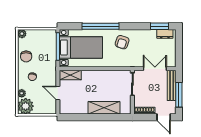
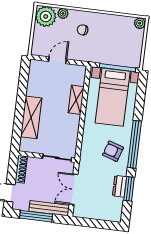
window: (100, 26) -> (135, 144), moved
window: (160, 26) -> (129, 189), moved
dresser: (165, 34) -> (119, 186), moved
chair: (26, 56) -> (110, 25), removed
double door: (155, 69) -> (74, 189), swing flipped
shelving: (70, 75) -> (76, 100), moved

